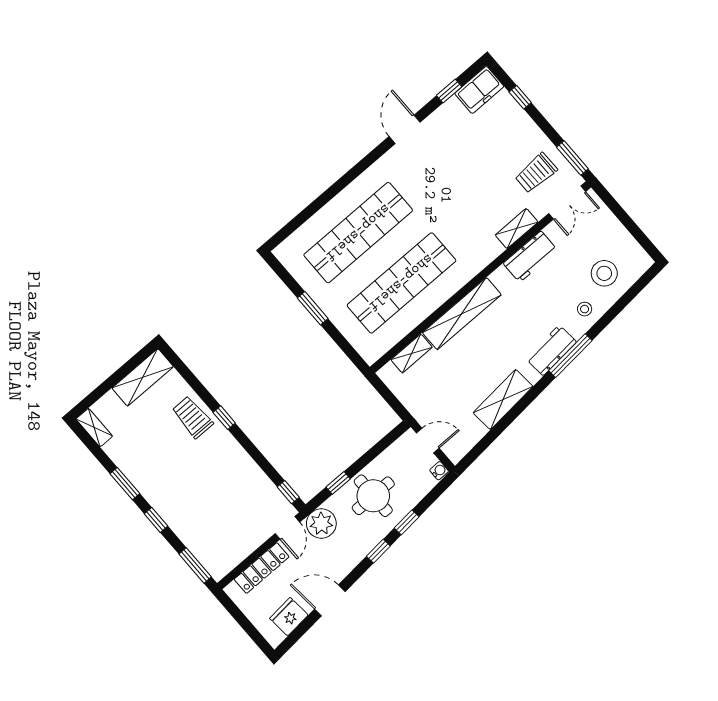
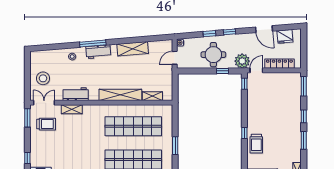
stool: (604, 273) -> (43, 78), moved
door: (428, 440) -> (175, 58), hinge flipped

